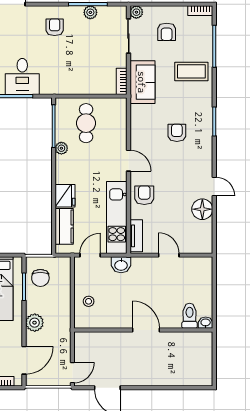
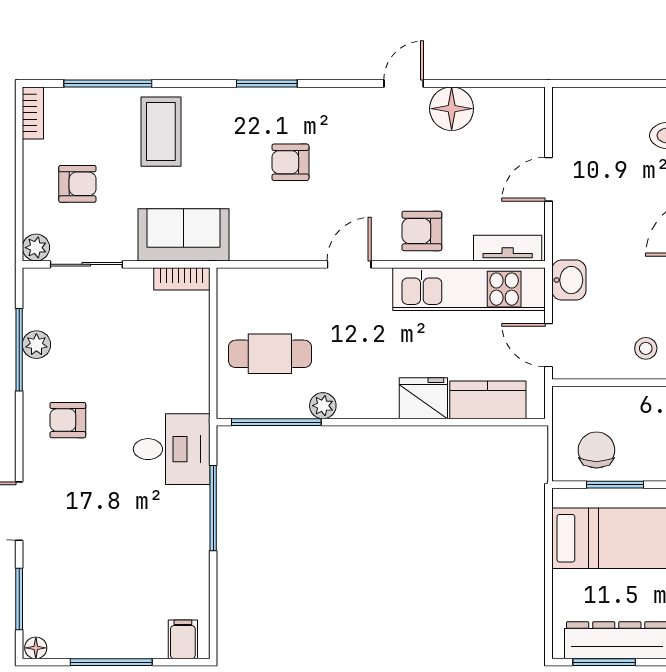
desk: (22, 76) -> (172, 449), moved
chair: (40, 278) -> (596, 450), turned -90

